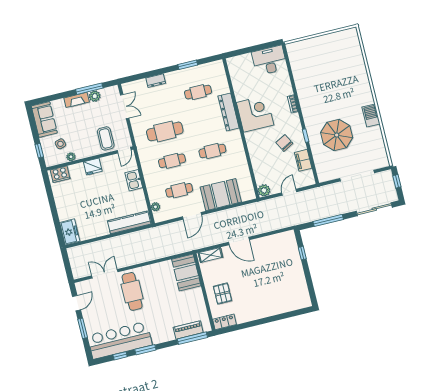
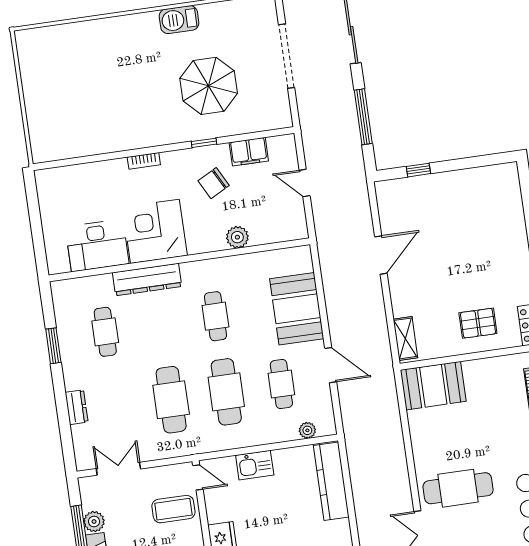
desk: (269, 60) -> (97, 245), moved, turned -90
cafe table: (172, 161) -> (226, 392), width x1.37, depth x1.35
plant: (264, 190) -> (237, 237), moved
door: (239, 241) -> (381, 255), moved

